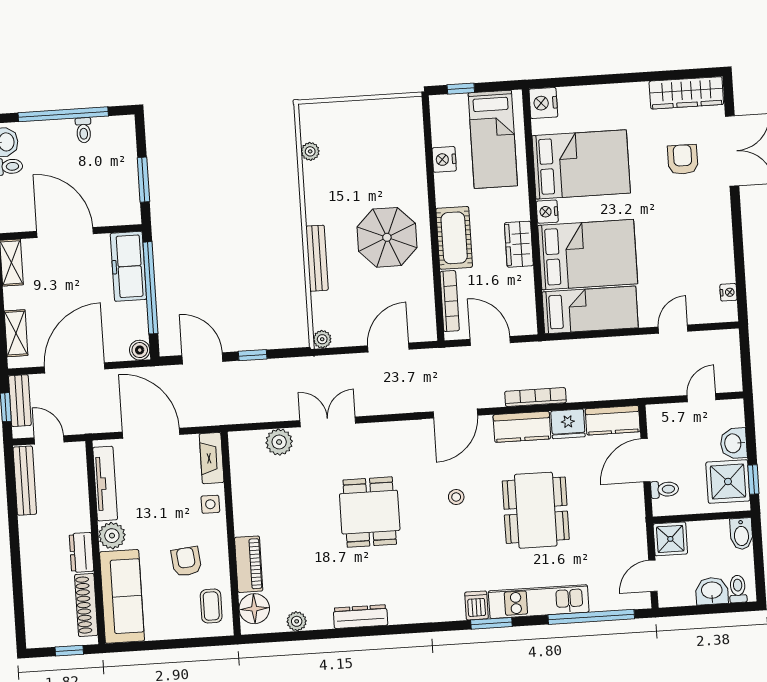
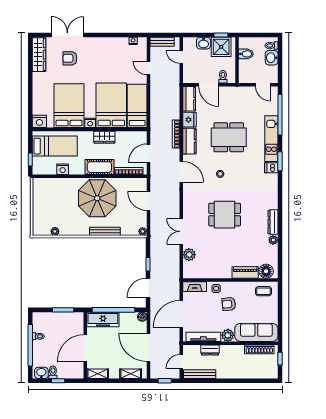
parasol: (387, 237) -> (97, 198), width x1.36, depth x1.36
bench: (20, 401) -> (162, 42), moved
bidet: (741, 534) -> (246, 54), moved
shower: (670, 539) -> (246, 75), removed
dresser: (81, 552) -> (210, 350), moved
armchair: (186, 561) -> (229, 304), moved
plant: (297, 621) -> (273, 240), moved

